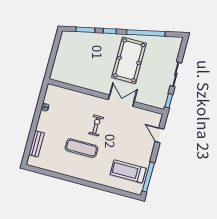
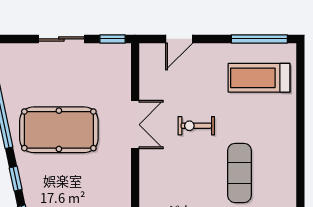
double door: (121, 101) -> (135, 125), swing flipped
exercise bike: (96, 125) -> (196, 126), moved
treadmill: (128, 171) -> (259, 78), turned 90

